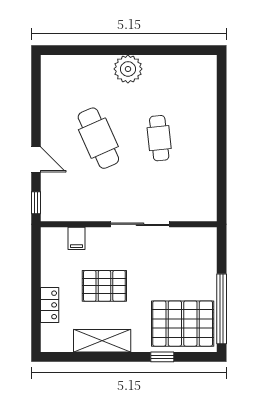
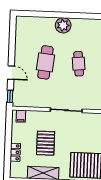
cafe table: (98, 138) -> (45, 62), turned 30
filing cabinet: (76, 238) -> (21, 116), moved
pallet: (104, 286) -> (46, 143), turned 90

